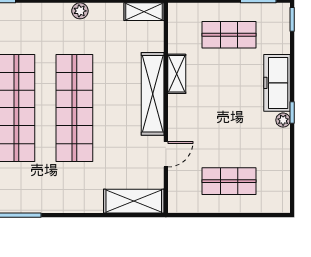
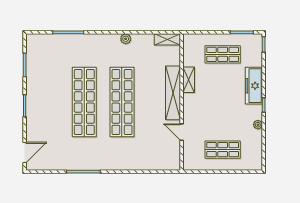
plant: (283, 120) -> (258, 125), moved
door: (166, 154) -> (182, 132), swing flipped
shelving: (134, 201) -> (161, 163), removed

